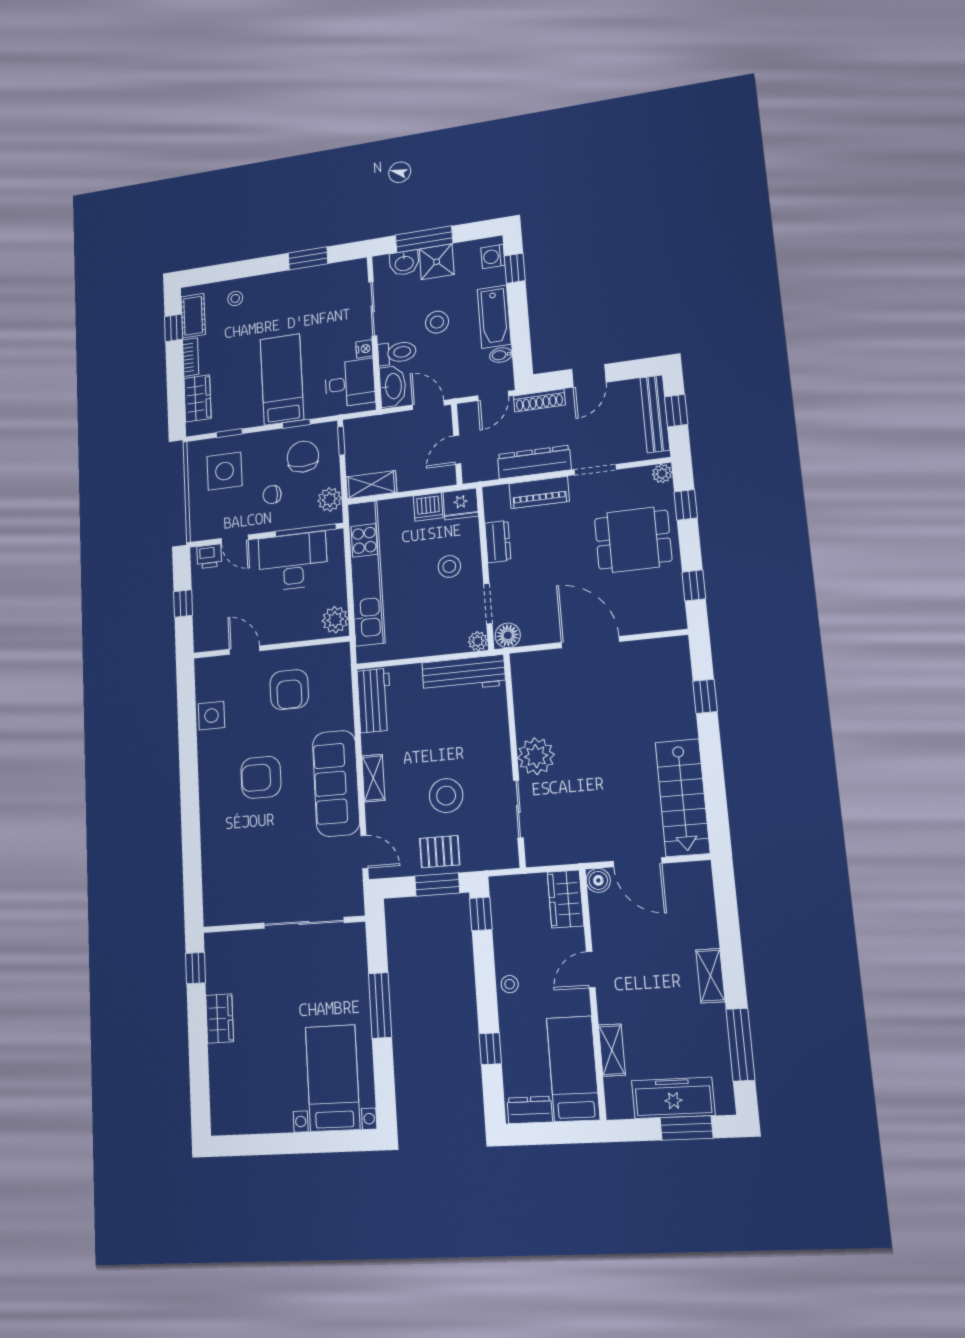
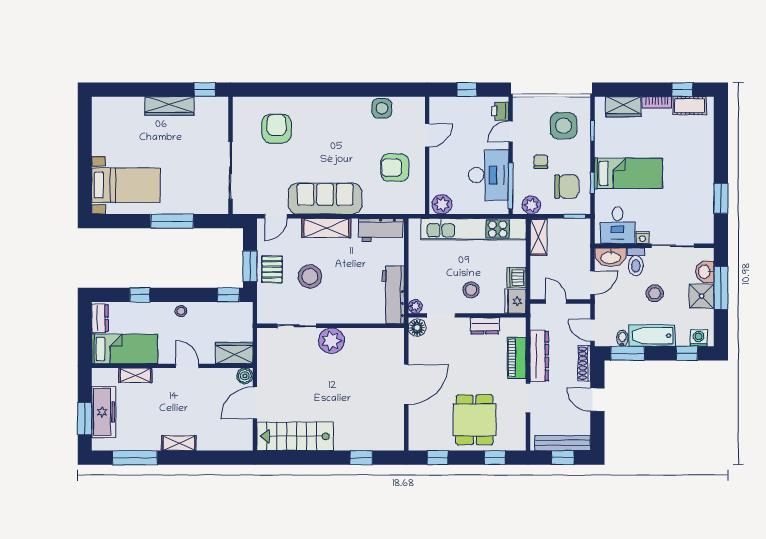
stool: (235, 298) -> (698, 140), removed
window: (521, 345) -> (628, 353), added
plant: (662, 473) -> (519, 444), removed
armchair: (261, 777) -> (276, 129), moved
shelving: (373, 778) -> (326, 228), width x1.50, depth x1.33
wardrobe: (220, 1019) -> (169, 106), width x1.50

